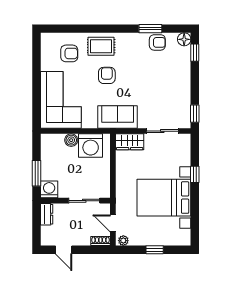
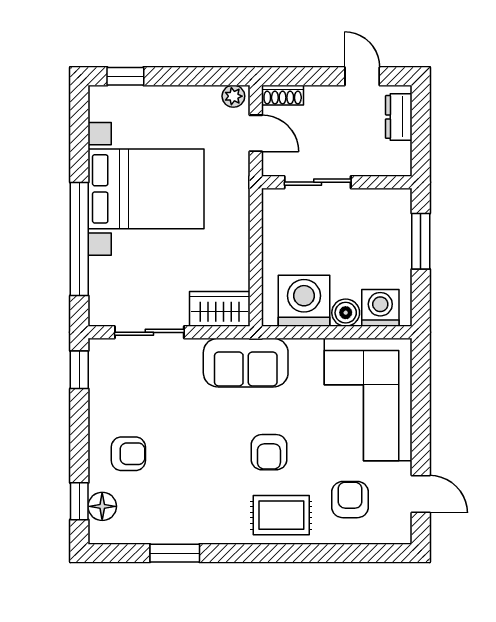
floor lamp: (184, 39) -> (102, 506), moved
armchair: (157, 42) -> (128, 454), moved, turned 180
armchair: (69, 53) -> (350, 500), turned 90
door: (36, 56) -> (421, 494), added
window: (195, 174) -> (79, 239), width x3.17
washing machine: (49, 189) -> (380, 308), moved, turned 180
dresser: (47, 214) -> (399, 117), moved
window: (155, 250) -> (125, 76), moved

